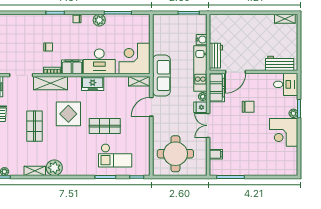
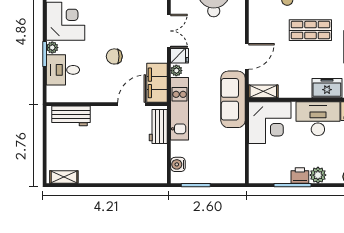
printer: (112, 20) -> (300, 175), added
water cooler: (202, 40) -> (178, 164), moved
desk: (286, 84) -> (63, 70), moved

